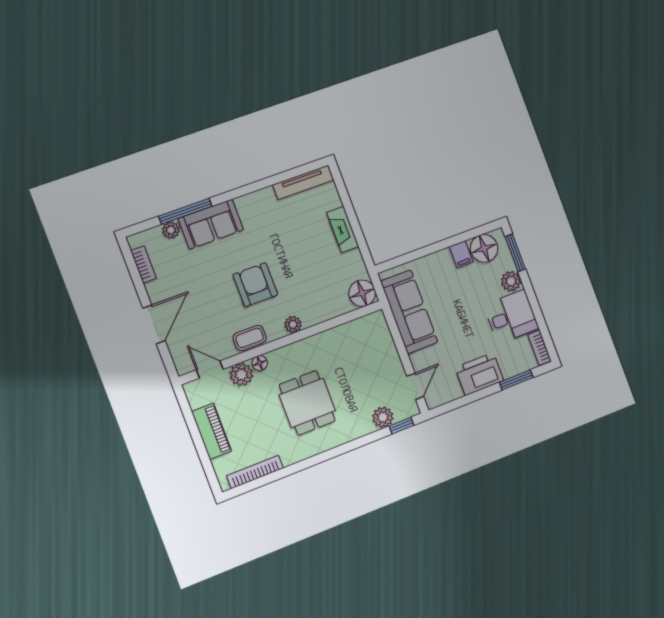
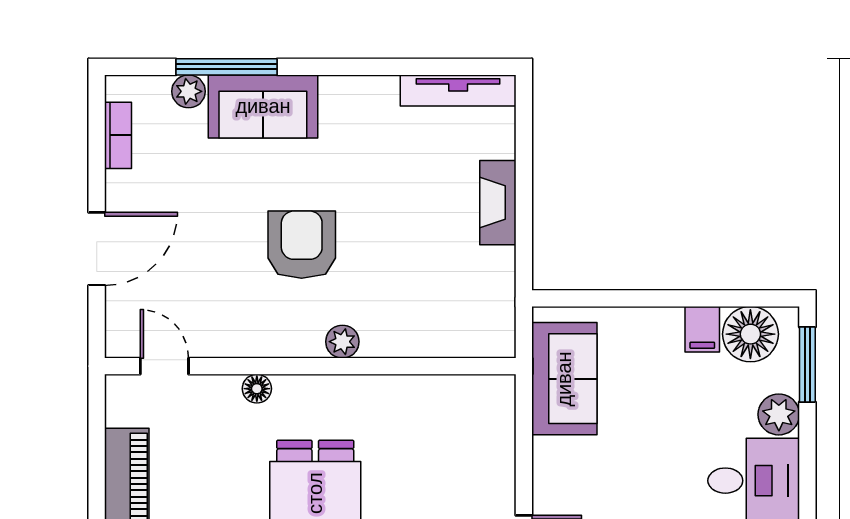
floor lamp: (362, 293) -> (490, 332), removed
sofa: (409, 312) -> (564, 379), width x0.73
coffee table: (250, 338) -> (256, 337), removed
plant: (241, 374) -> (217, 397), removed

